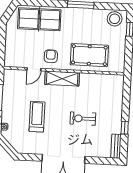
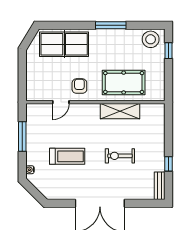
shelving: (62, 79) -> (120, 111), moved
treadmill: (37, 117) -> (67, 156), turned 90

